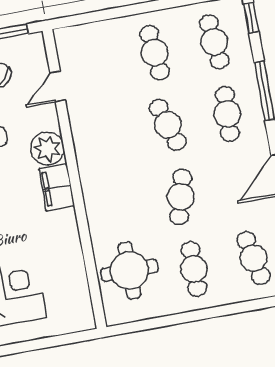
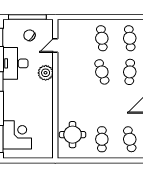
filing cabinet: (57, 187) -> (47, 91), removed
cafe table: (181, 197) -> (102, 106), removed

